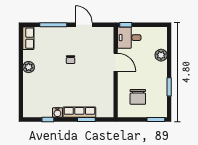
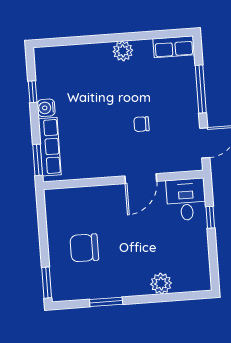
desk: (129, 38) -> (186, 199), moved
door: (116, 62) -> (141, 179), moved
wall: (116, 72) -> (123, 180), moved

